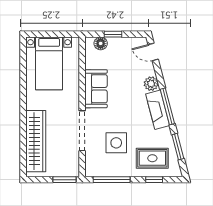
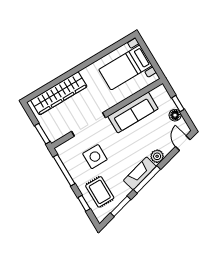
floor lamp: (101, 43) -> (175, 115), moved
sofa: (96, 89) -> (133, 113), width x1.36

